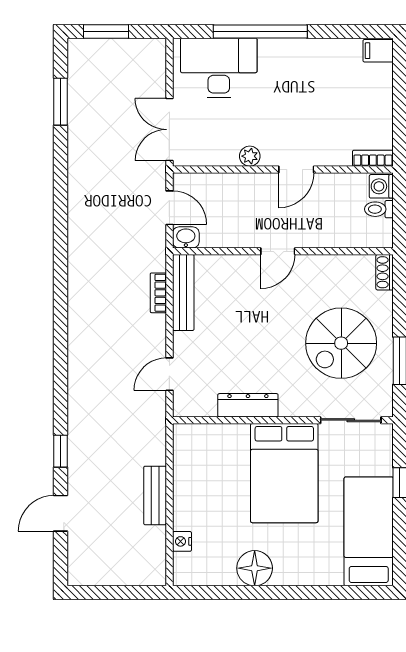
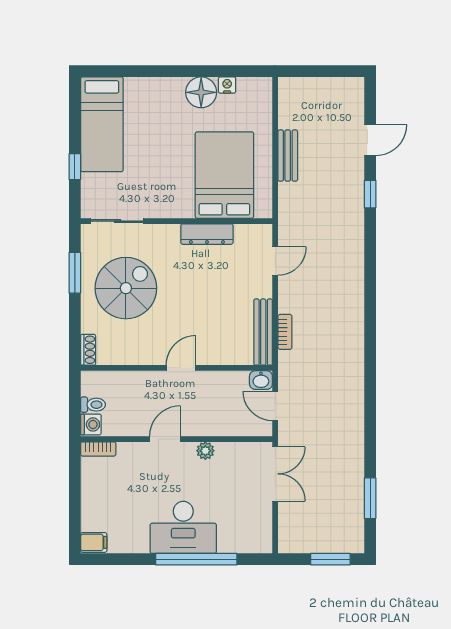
desk: (219, 68) -> (183, 527), moved
bed: (284, 473) -> (224, 175), moved
nightstand: (182, 541) -> (227, 85), moved, turned -90

